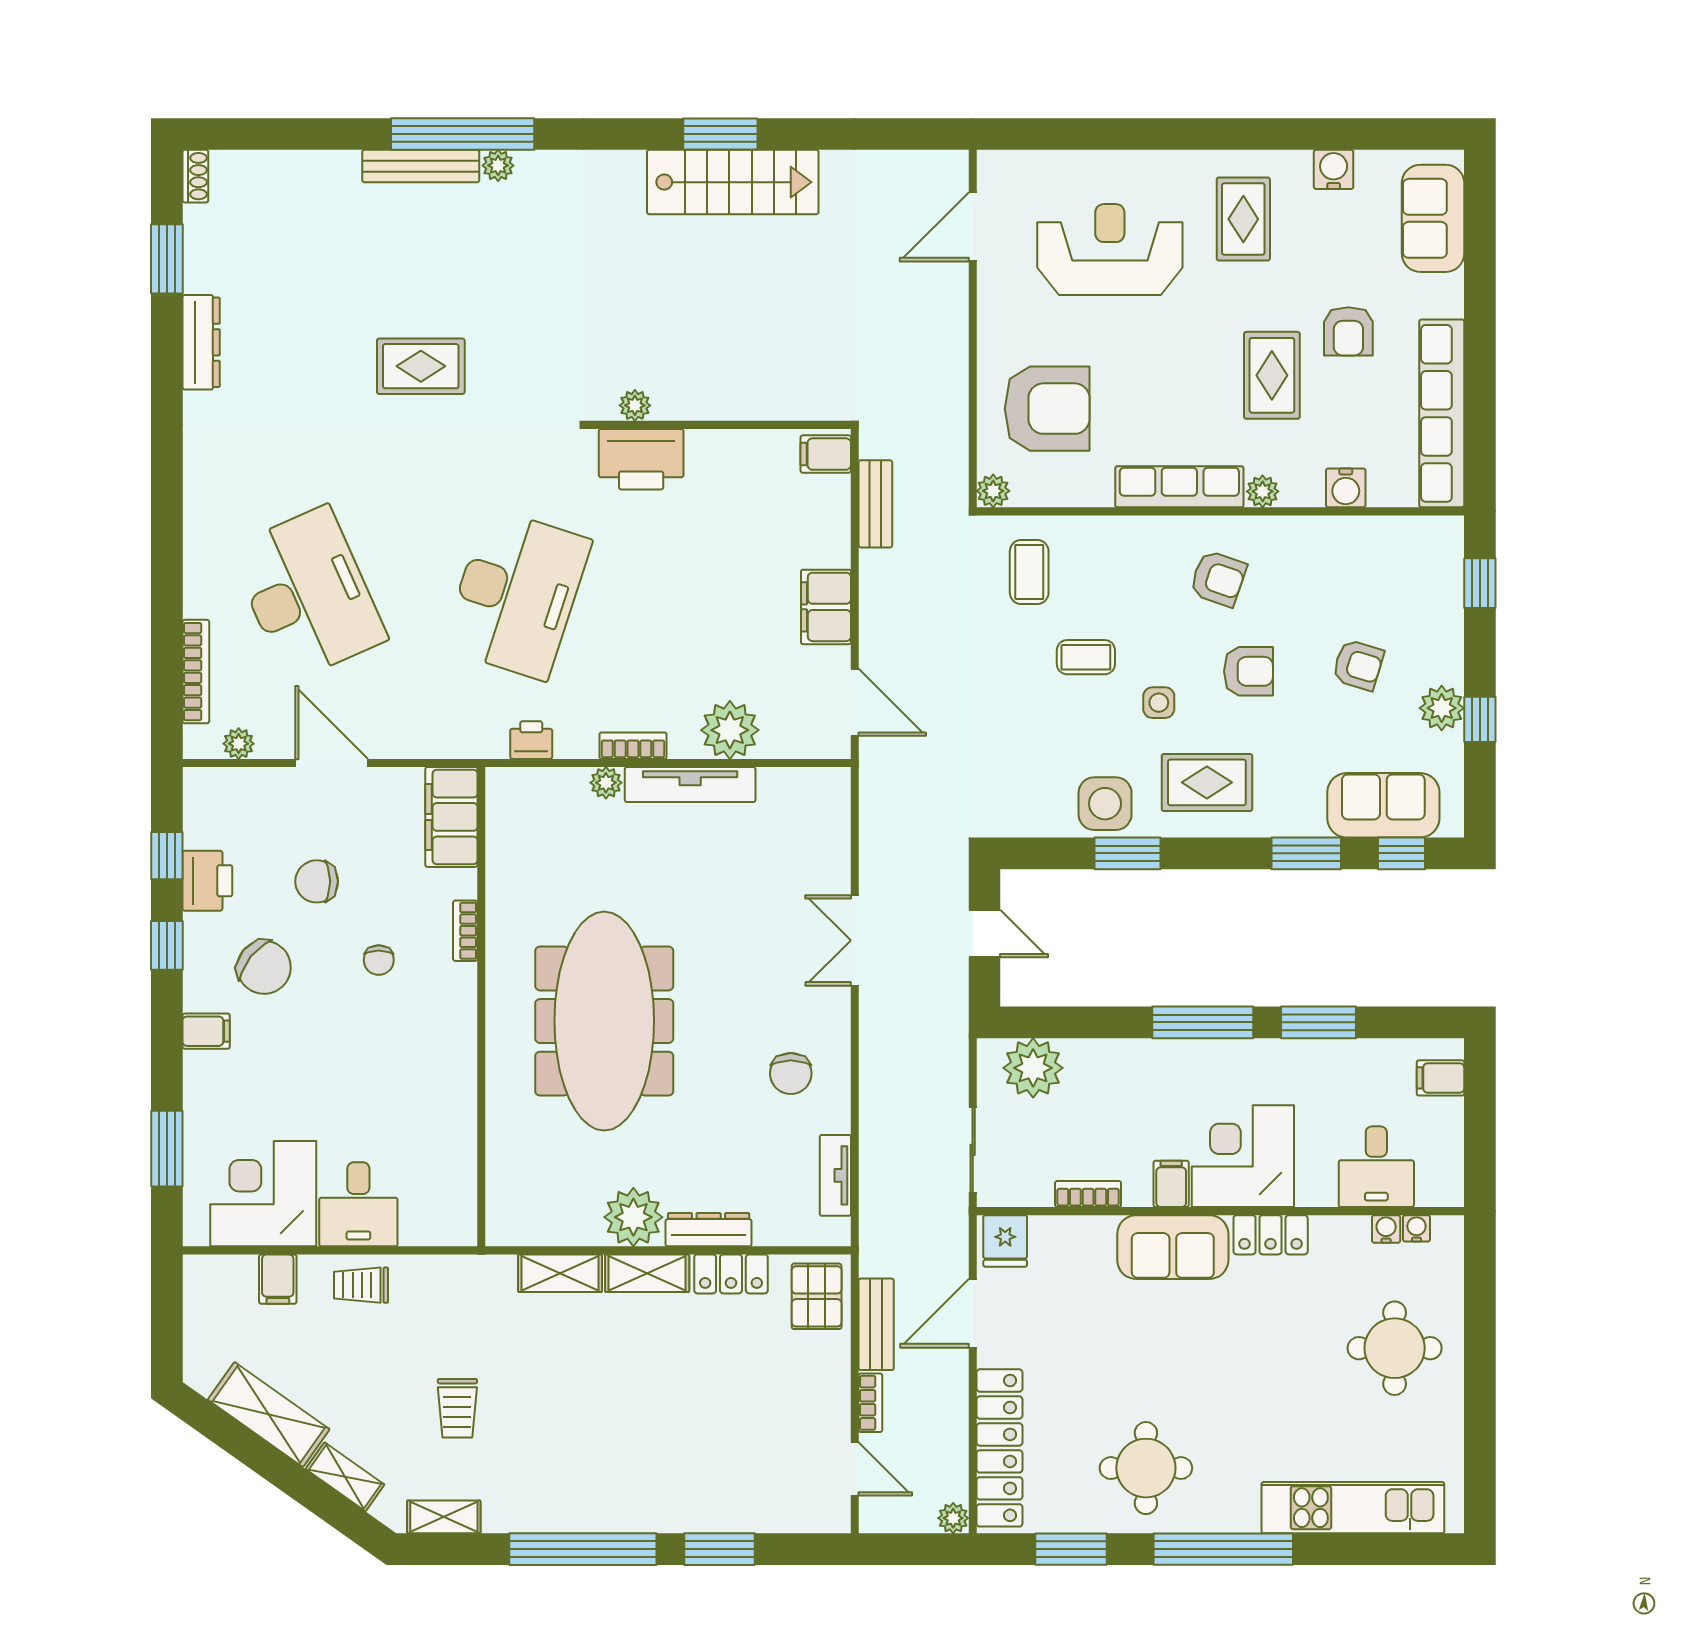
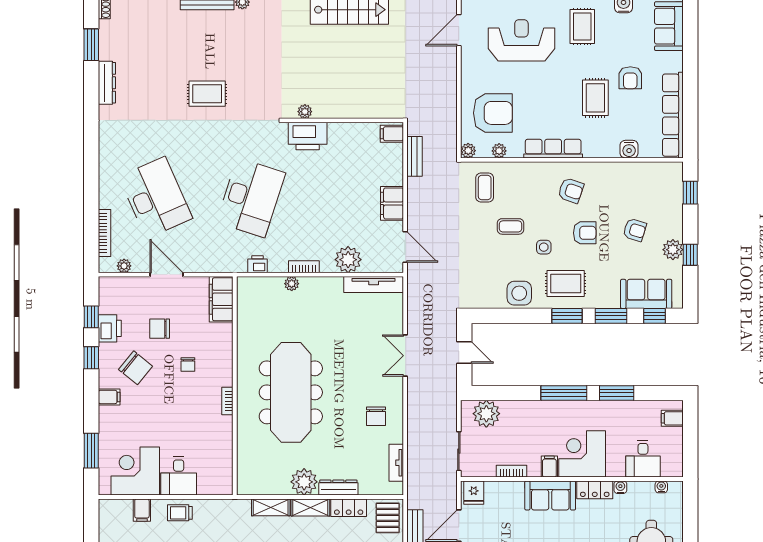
plant: (1263, 491) -> (499, 151), moved
tv unit: (690, 785) -> (374, 284), moved
window: (1127, 853) -> (567, 316), moved
bookcase: (465, 931) -> (227, 401), moved
water cooler: (1386, 1229) -> (620, 487), moved

